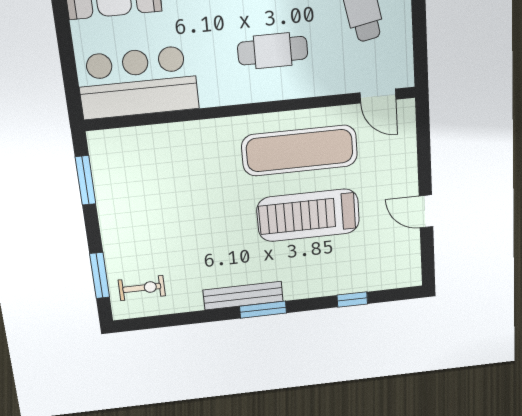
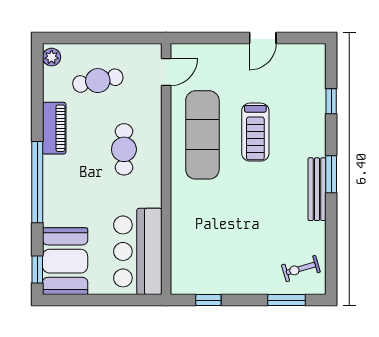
window: (85, 180) -> (208, 300), width x0.67
treadmill: (308, 215) -> (255, 132), width x0.73, depth x0.73
exercise bike: (142, 288) -> (301, 269), turned -106

